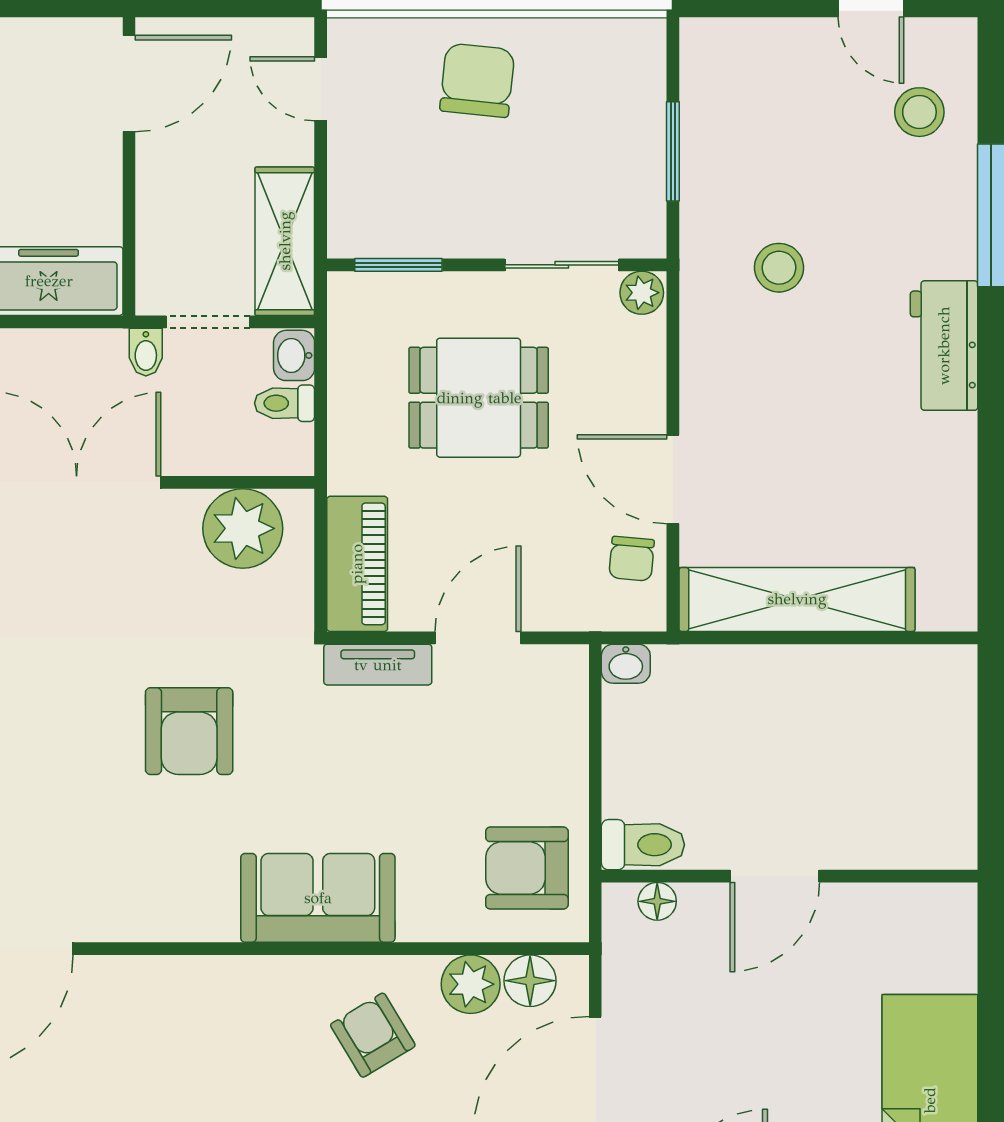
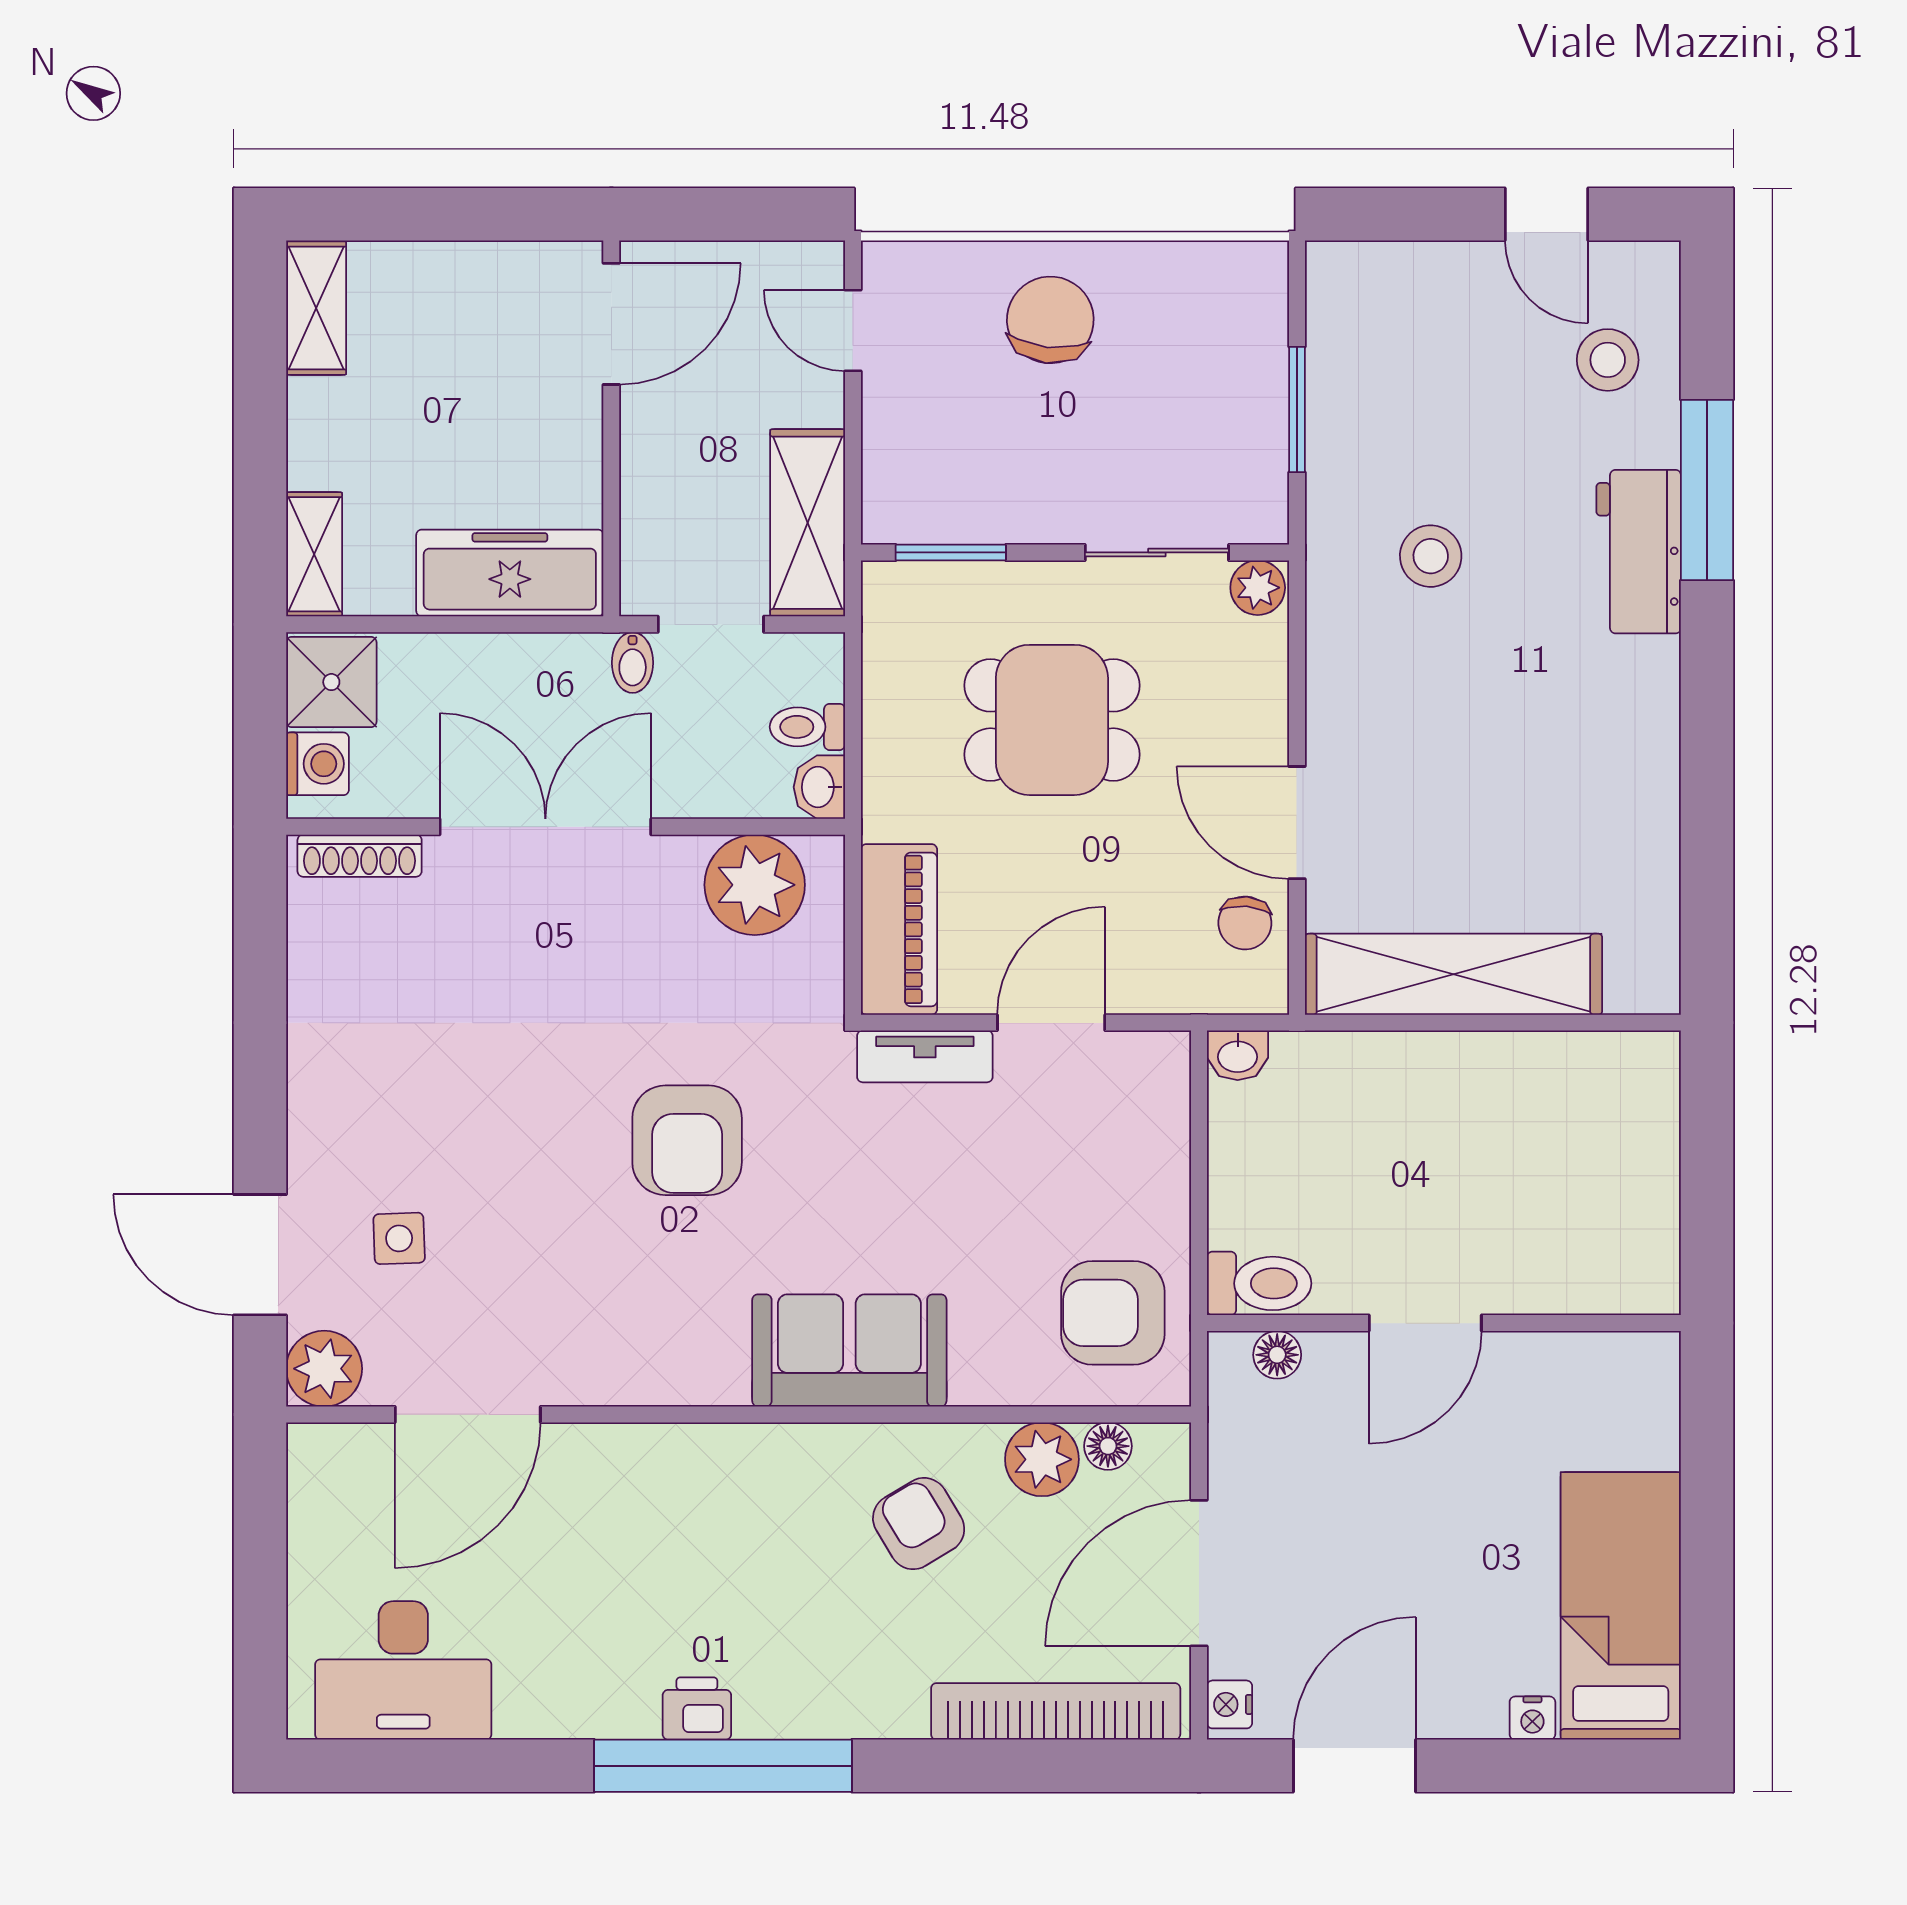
workbench: (944, 346) -> (1639, 552), moved
washbasin: (294, 355) -> (819, 787), moved
floor lamp: (530, 981) -> (1108, 1446), width x0.73, depth x0.73

